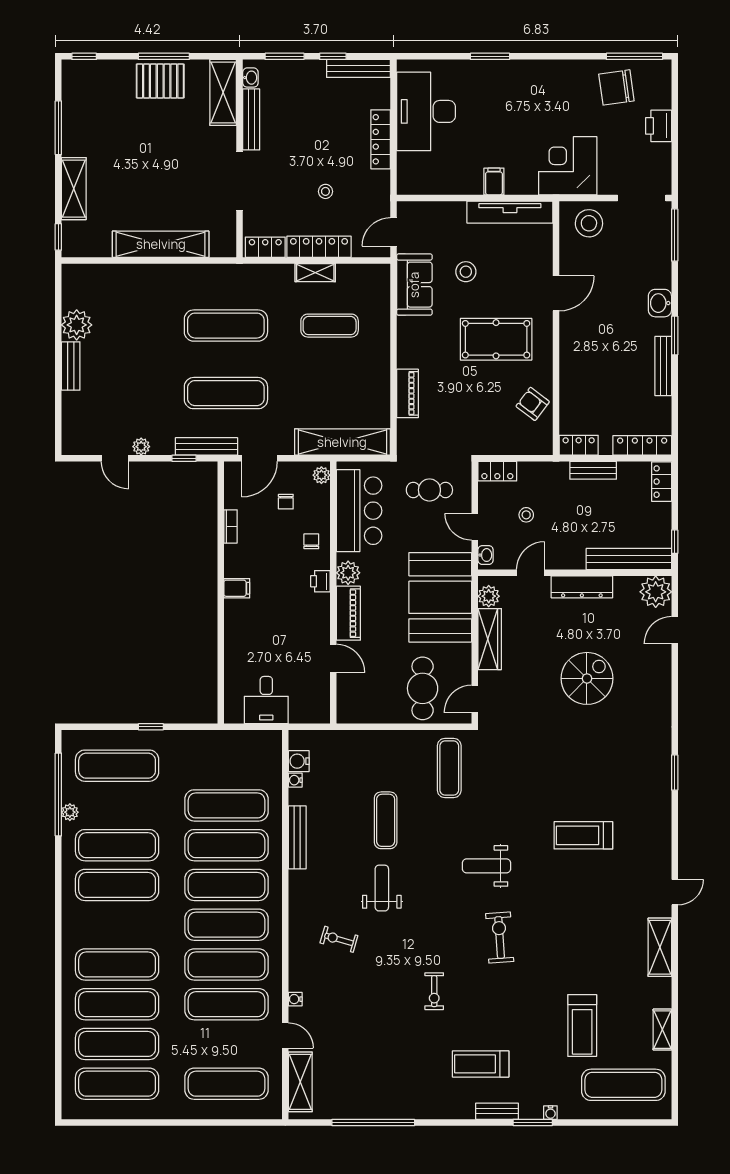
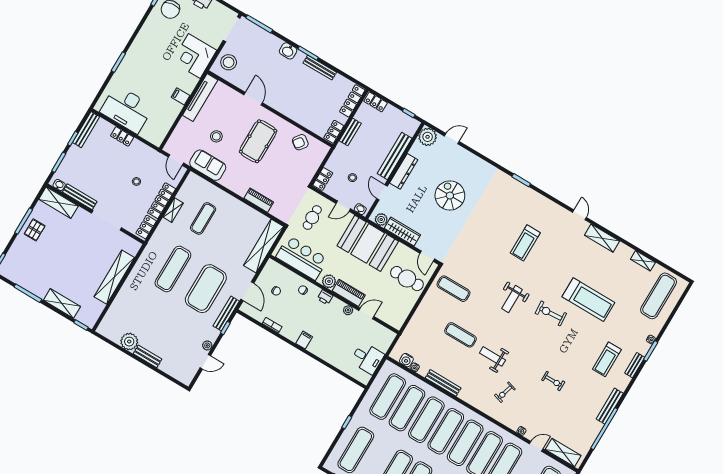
pallet: (160, 81) -> (35, 230), width x0.67, depth x0.71
locker: (381, 139) -> (122, 136), width x0.66
exercise mat: (226, 393) -> (206, 289), width x1.47
plant: (321, 475) -> (348, 310), moved
bench: (629, 559) -> (395, 156), moved
door: (675, 630) -> (452, 139), swing flipped
exercise mat: (226, 766) -> (388, 397), added
exercise bike: (434, 991) -> (553, 381), moved
treadmill: (582, 1026) -> (588, 300), moved, width x1.37, depth x1.38
bench: (412, 1110) -> (610, 406), added

